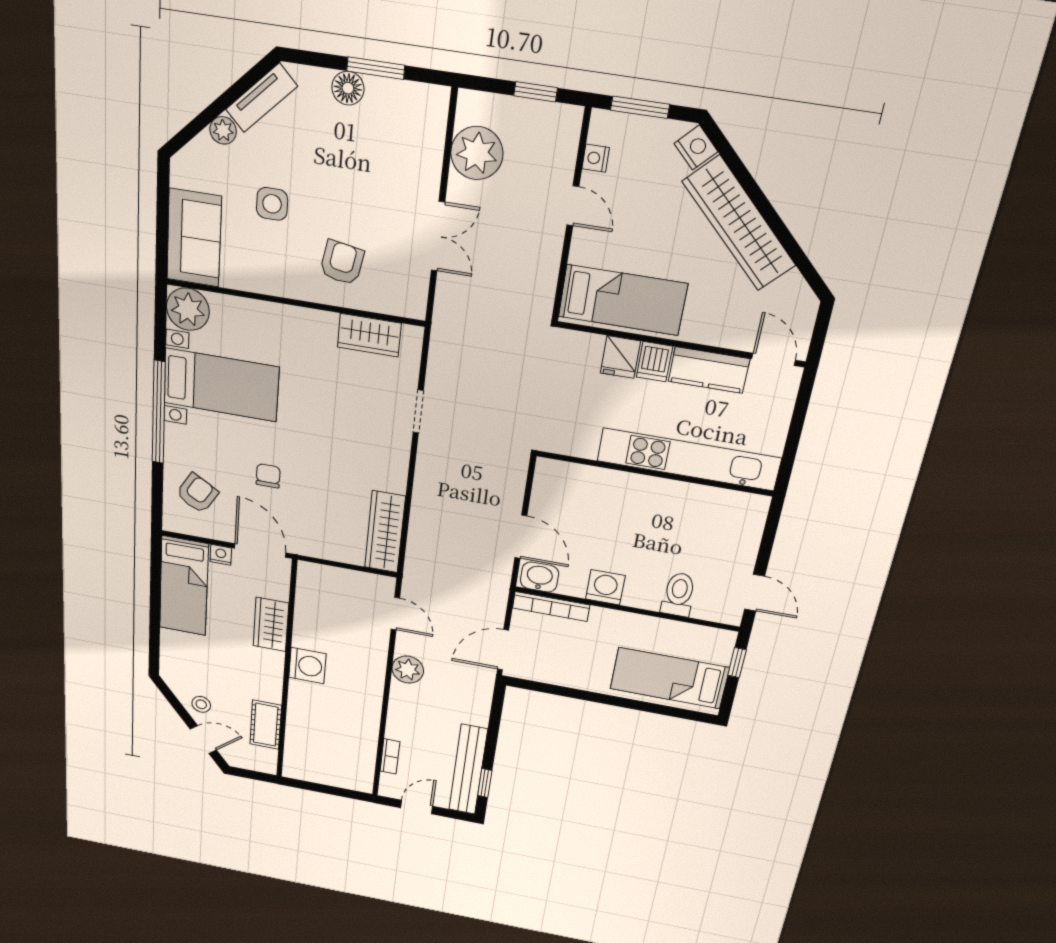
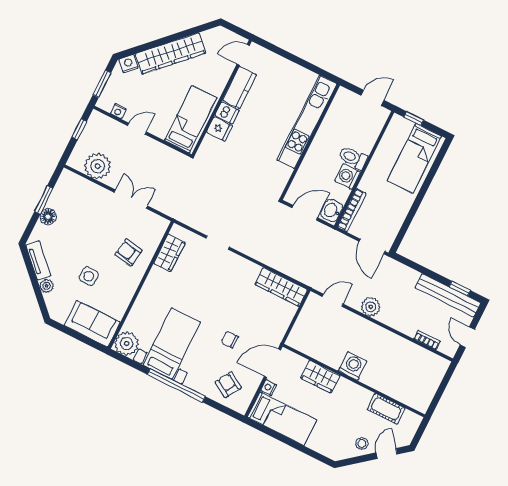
kitchen unit: (689, 459) -> (307, 122), moved
wall: (654, 473) -> (310, 142), moved
toilet: (679, 595) -> (353, 158), moved

